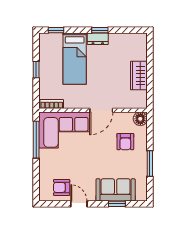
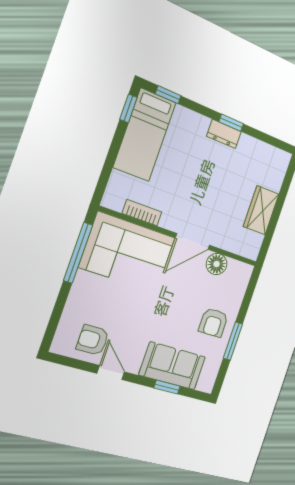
bed: (75, 59) -> (145, 135), moved
window: (36, 70) -> (128, 108), moved
bookcase: (52, 104) -> (142, 213), moved
floor lamp: (140, 119) -> (217, 264), moved
armchair: (125, 142) -> (213, 323), moved

